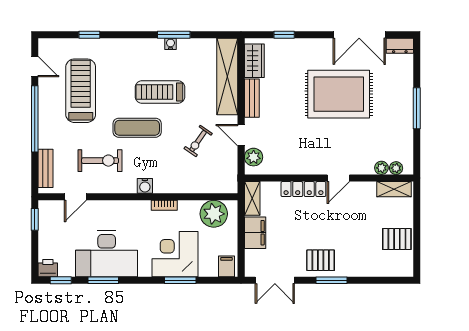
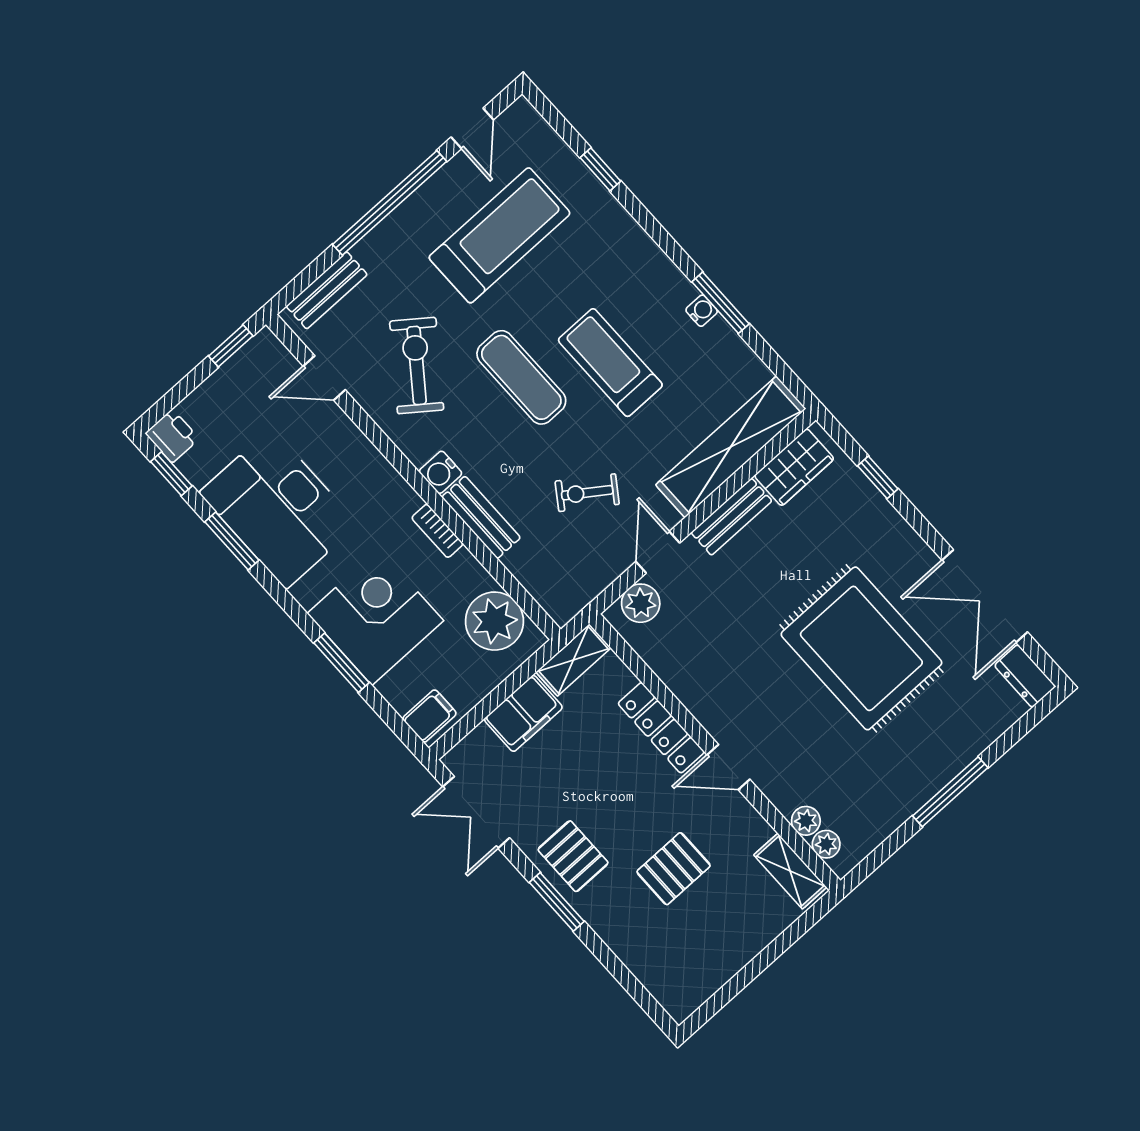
exercise bike: (100, 161) -> (417, 366), turned -143
bench: (173, 186) -> (481, 517), added
pallet: (397, 239) -> (674, 869), moved, turned 90

